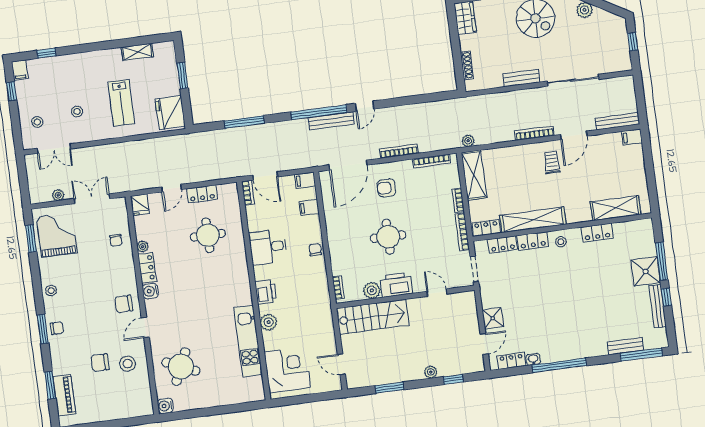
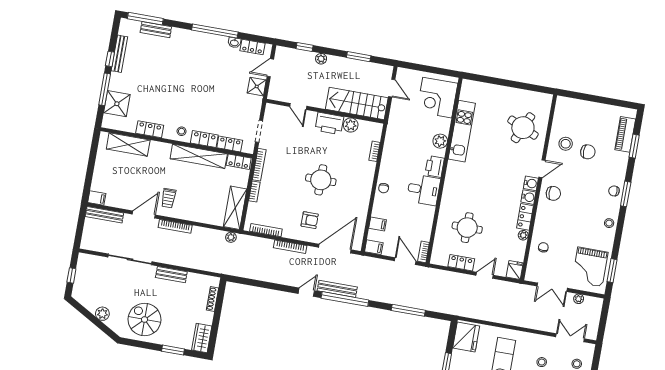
desk: (268, 247) -> (424, 190), moved
shower: (646, 271) -> (117, 104), moved
printer: (396, 285) -> (329, 123), moved
plant: (372, 290) -> (351, 125), moved
door: (437, 293) -> (298, 106), moved
wall: (405, 297) -> (325, 111), moved
stairs: (373, 317) -> (357, 103), moved
water cooler: (165, 406) -> (531, 183), moved

